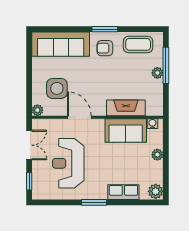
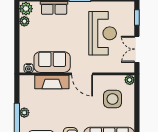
door: (79, 117) -> (82, 74), moved
plant: (157, 155) -> (24, 21), moved

